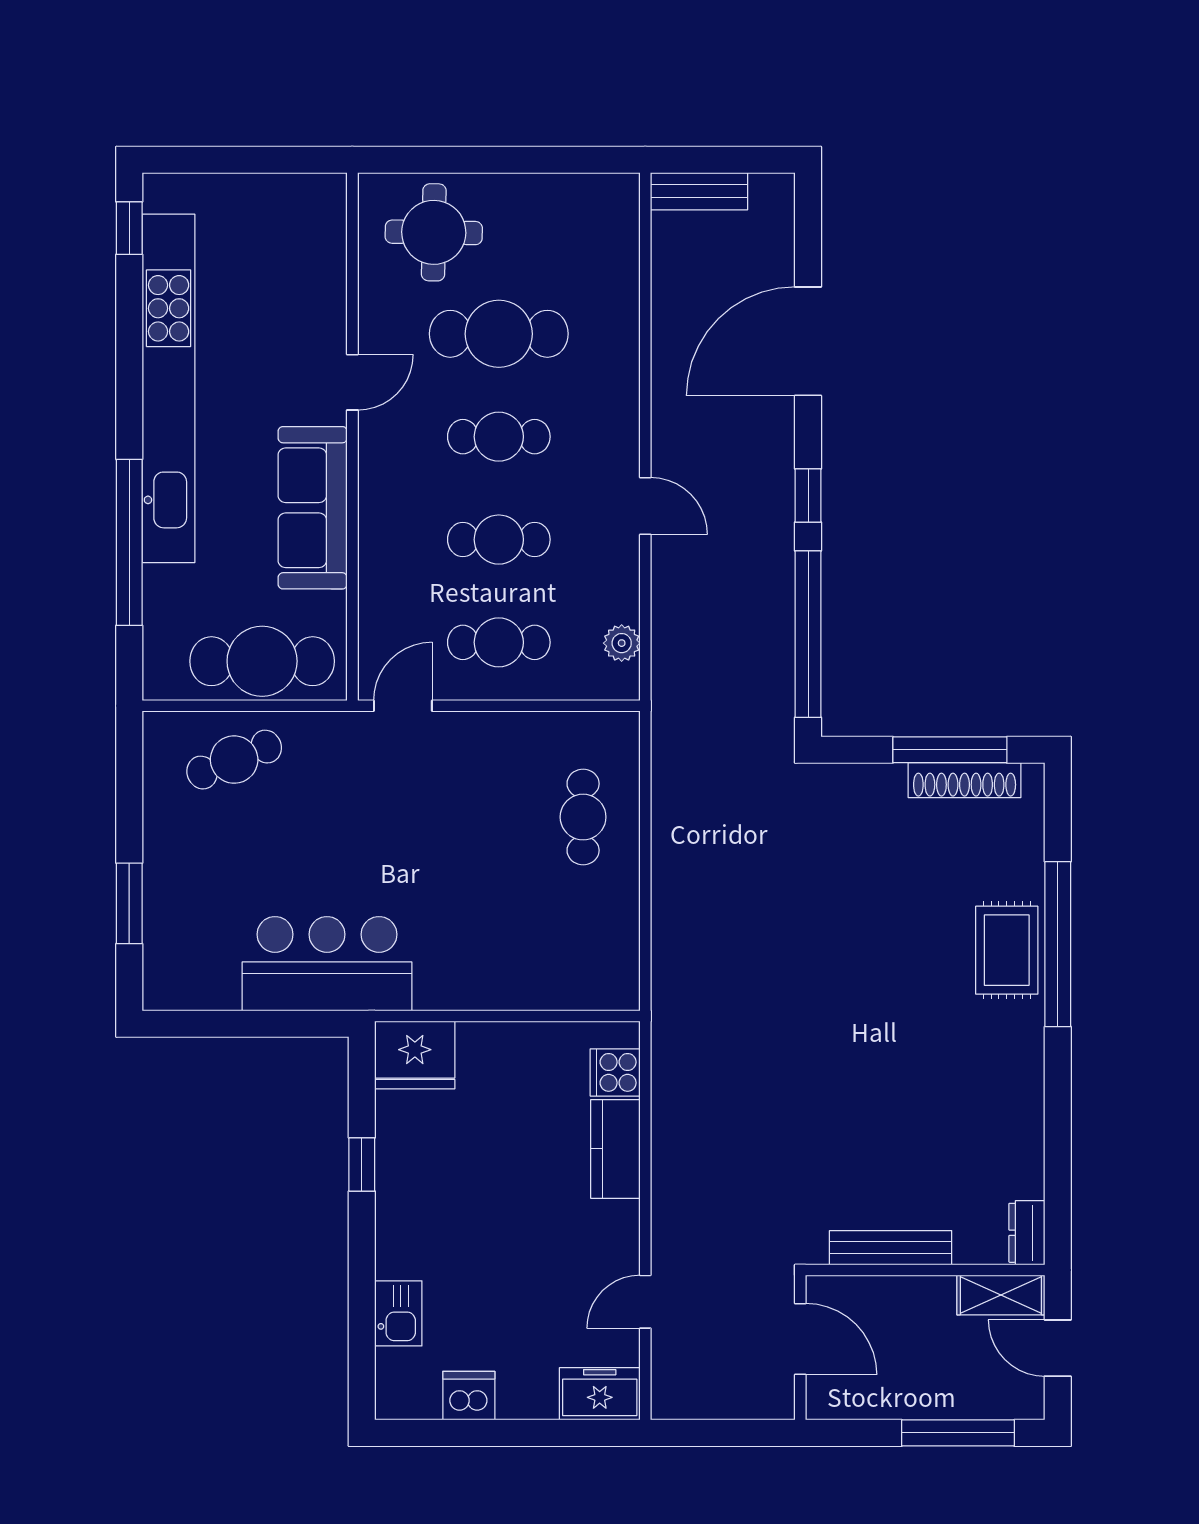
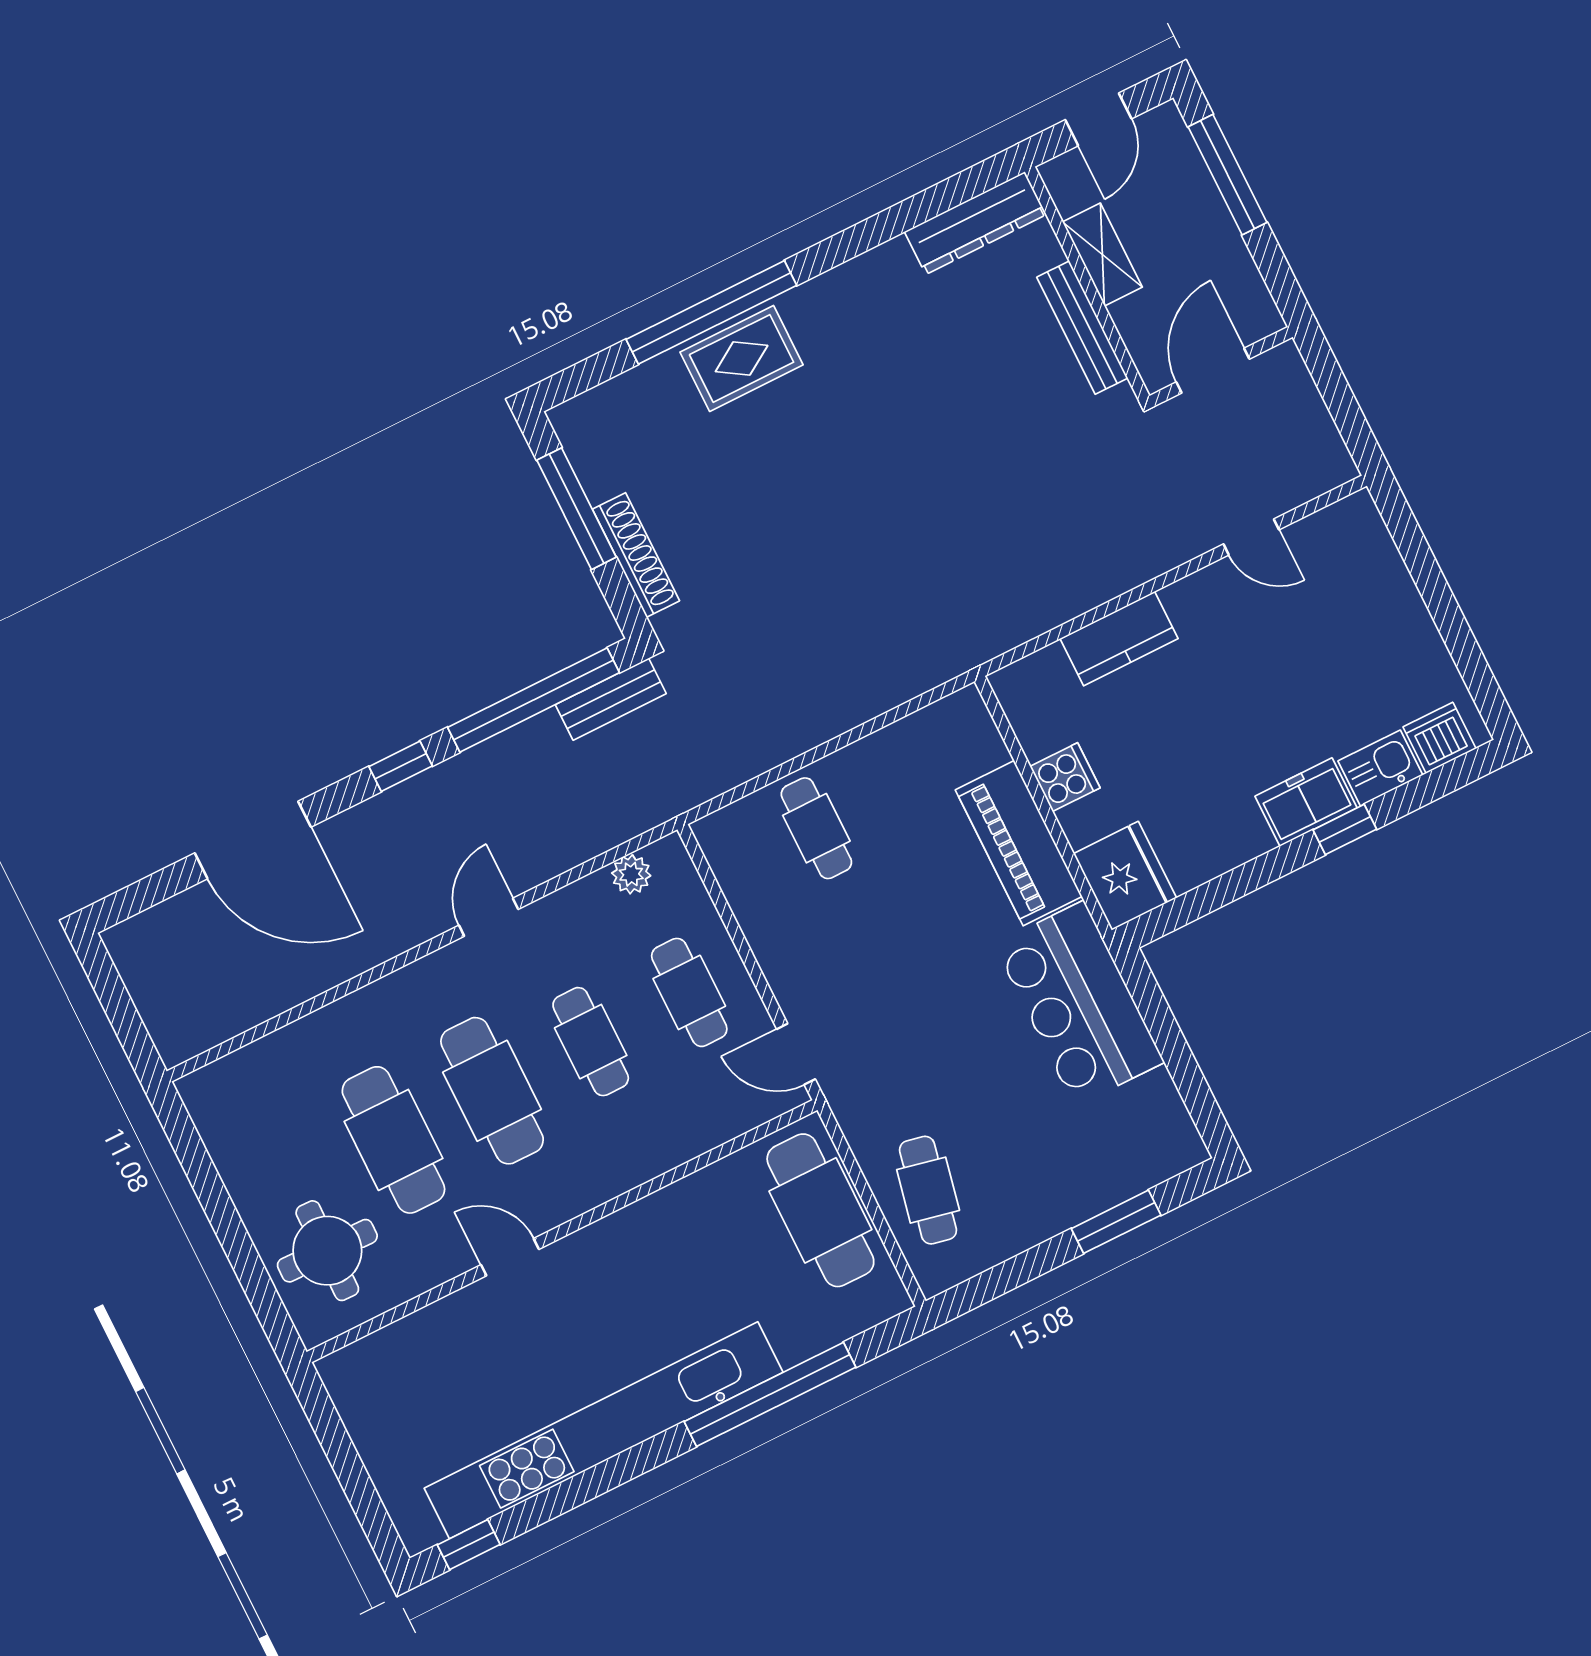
bench: (699, 191) -> (611, 699), moved, turned 90
cafe table: (499, 437) -> (492, 1091), width x1.37, depth x1.35
sofa: (313, 508) -> (649, 1235), removed
cafe table: (234, 760) -> (928, 1190), turned 34
shoe rack: (965, 780) -> (636, 555), moved
cafe table: (583, 817) -> (816, 828), turned 90
piano: (486, 980) -> (1019, 843), added
cooker: (615, 1072) -> (1065, 777), moved, turned -90
window: (362, 1164) -> (1345, 829), moved
dresser: (1027, 1233) -> (975, 223), width x1.96, depth x1.24
shelving: (1001, 1295) -> (1102, 254), moved
freezer: (600, 1394) -> (1306, 802), moved, turned 90
dishwasher: (469, 1396) -> (1439, 738), moved, turned 90

